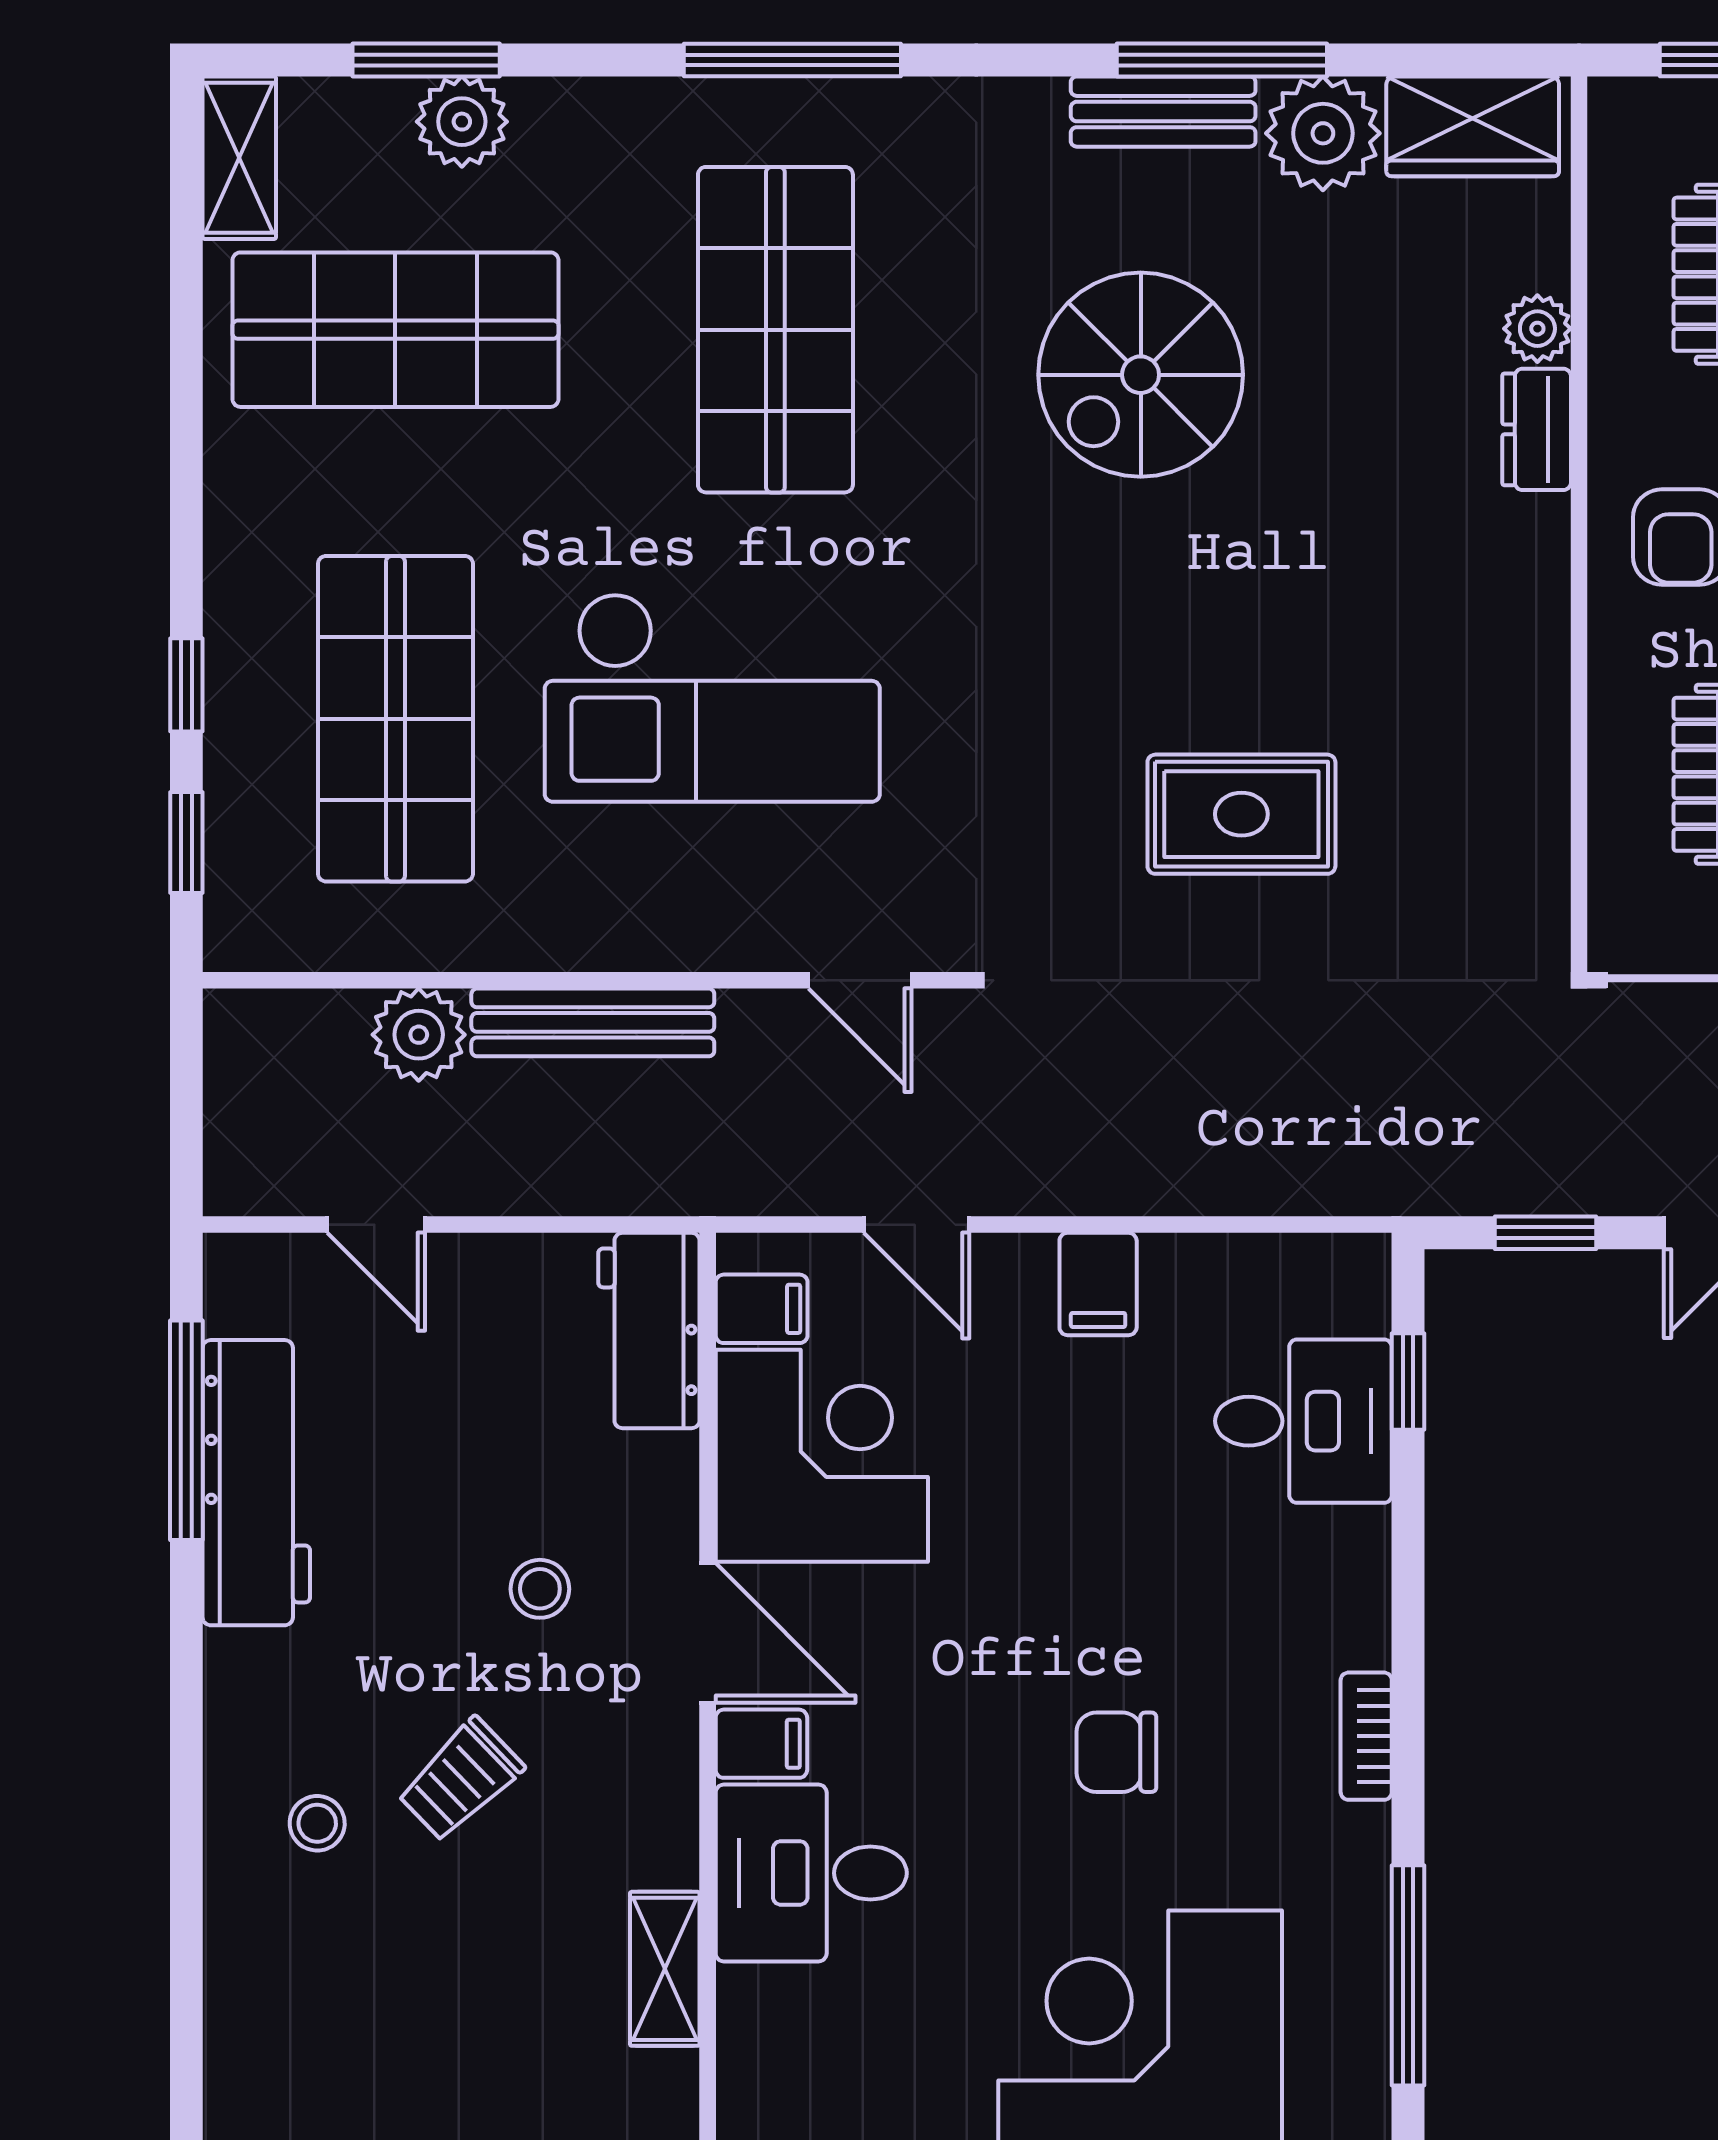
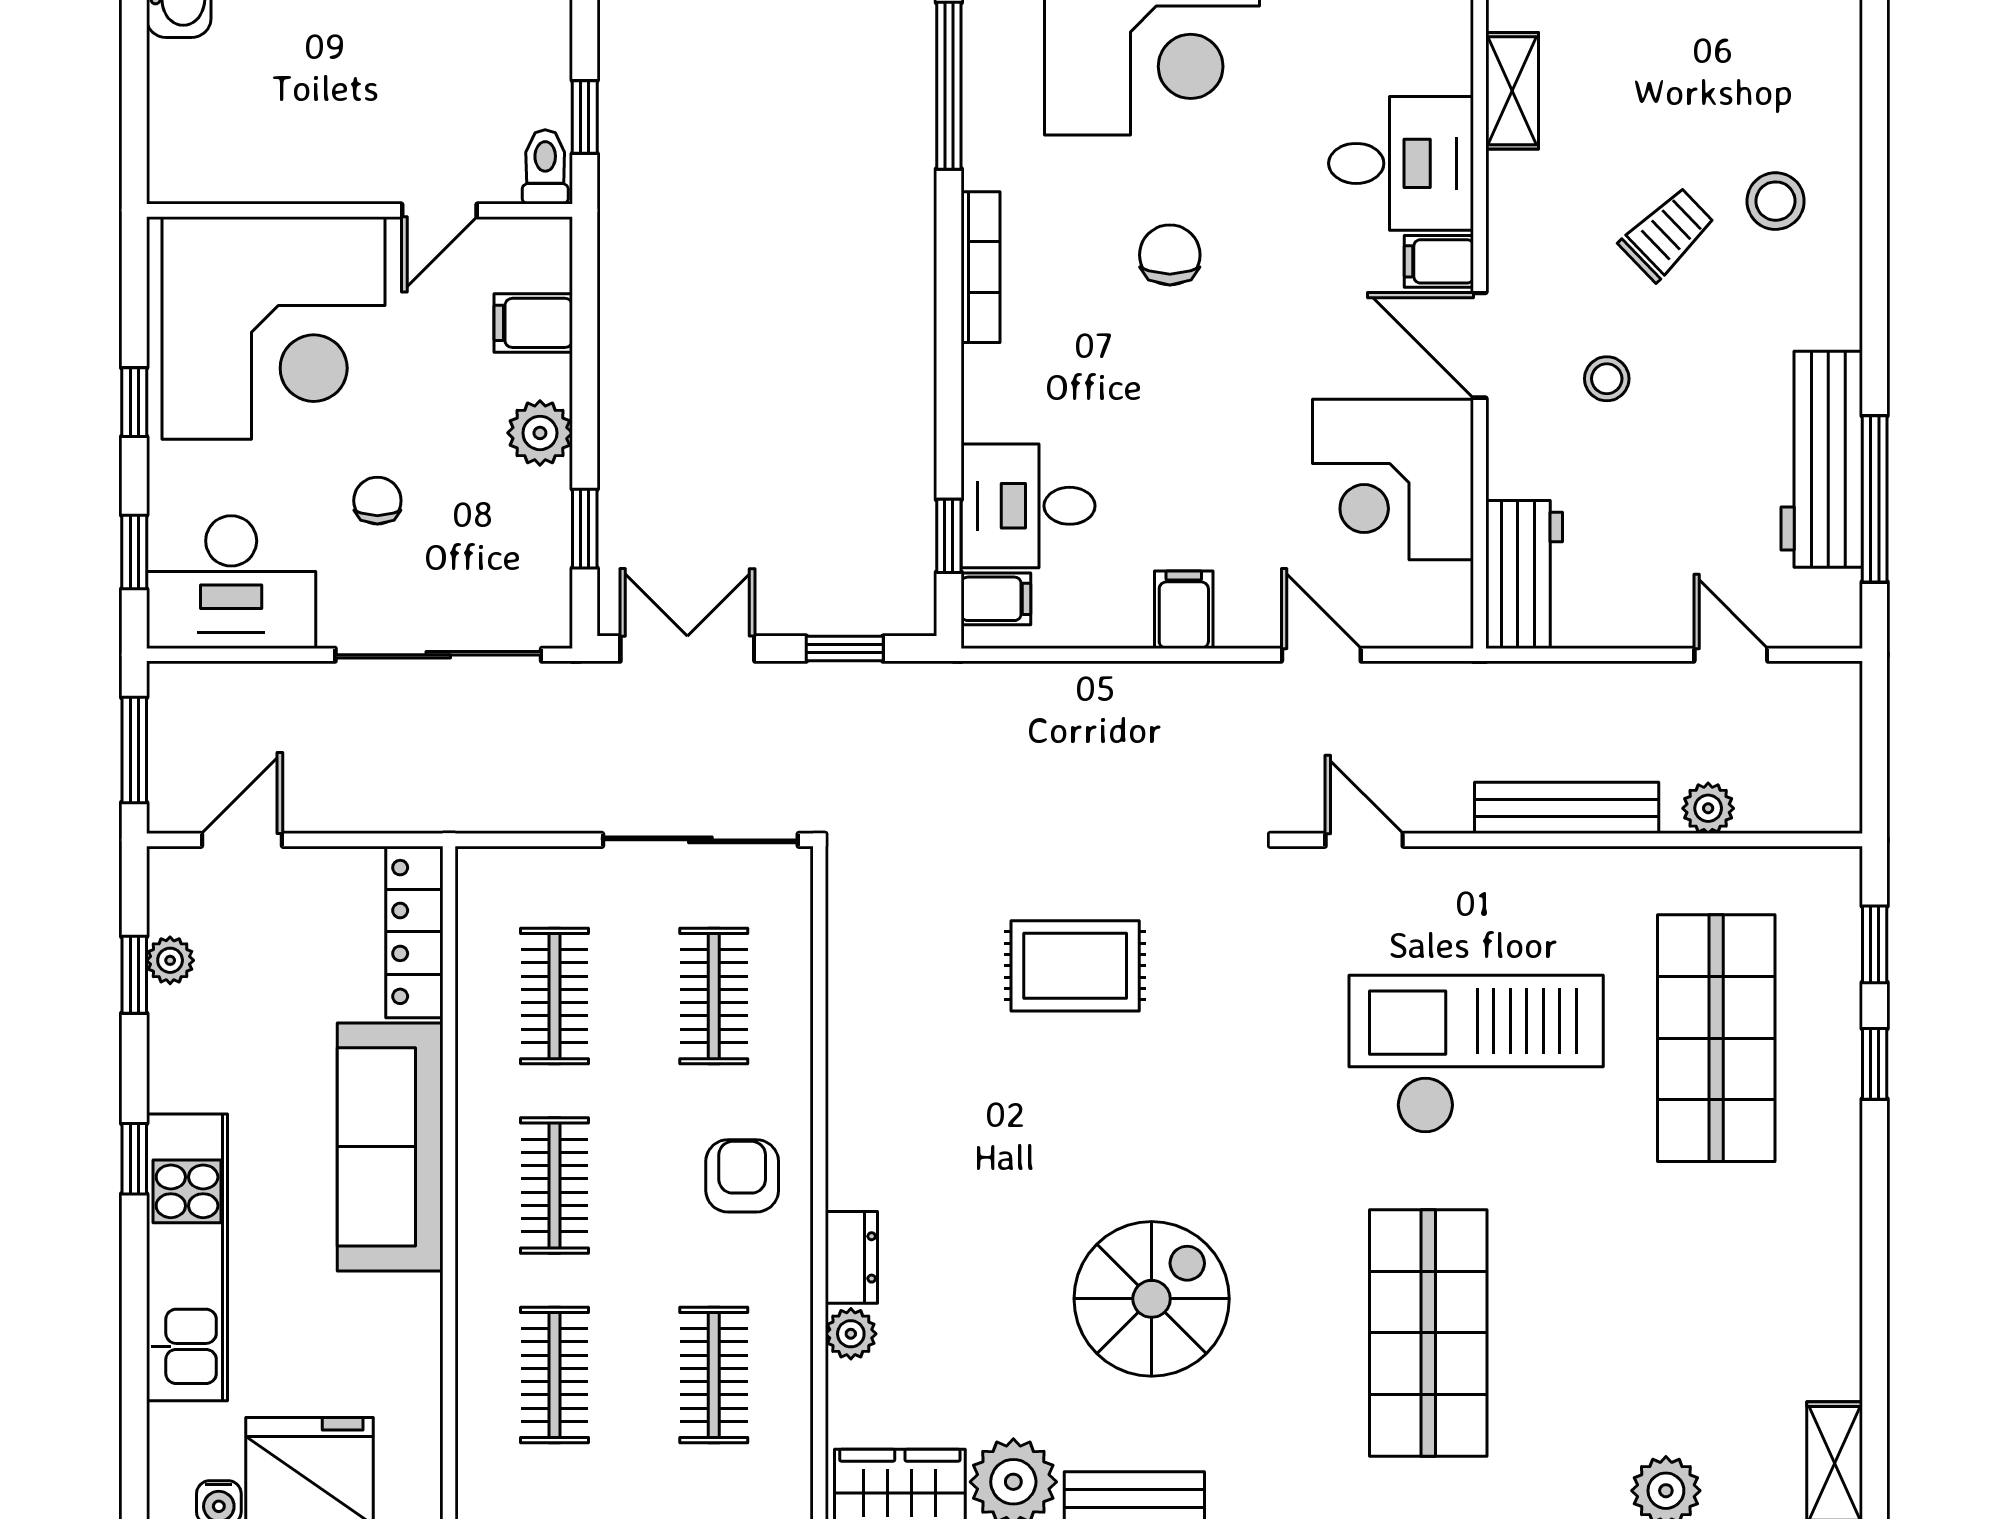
shop shelf: (395, 330) -> (1716, 1333), removed
plant: (419, 1035) -> (1708, 808), width x0.73, depth x0.73
filing cabinet: (762, 1309) -> (996, 599), moved, turned 180
bookcase: (1366, 1736) -> (981, 267), width x1.56
chair: (1116, 1752) -> (1170, 255), turned -90
stool: (317, 1823) -> (1776, 201), width x1.37, depth x1.37

